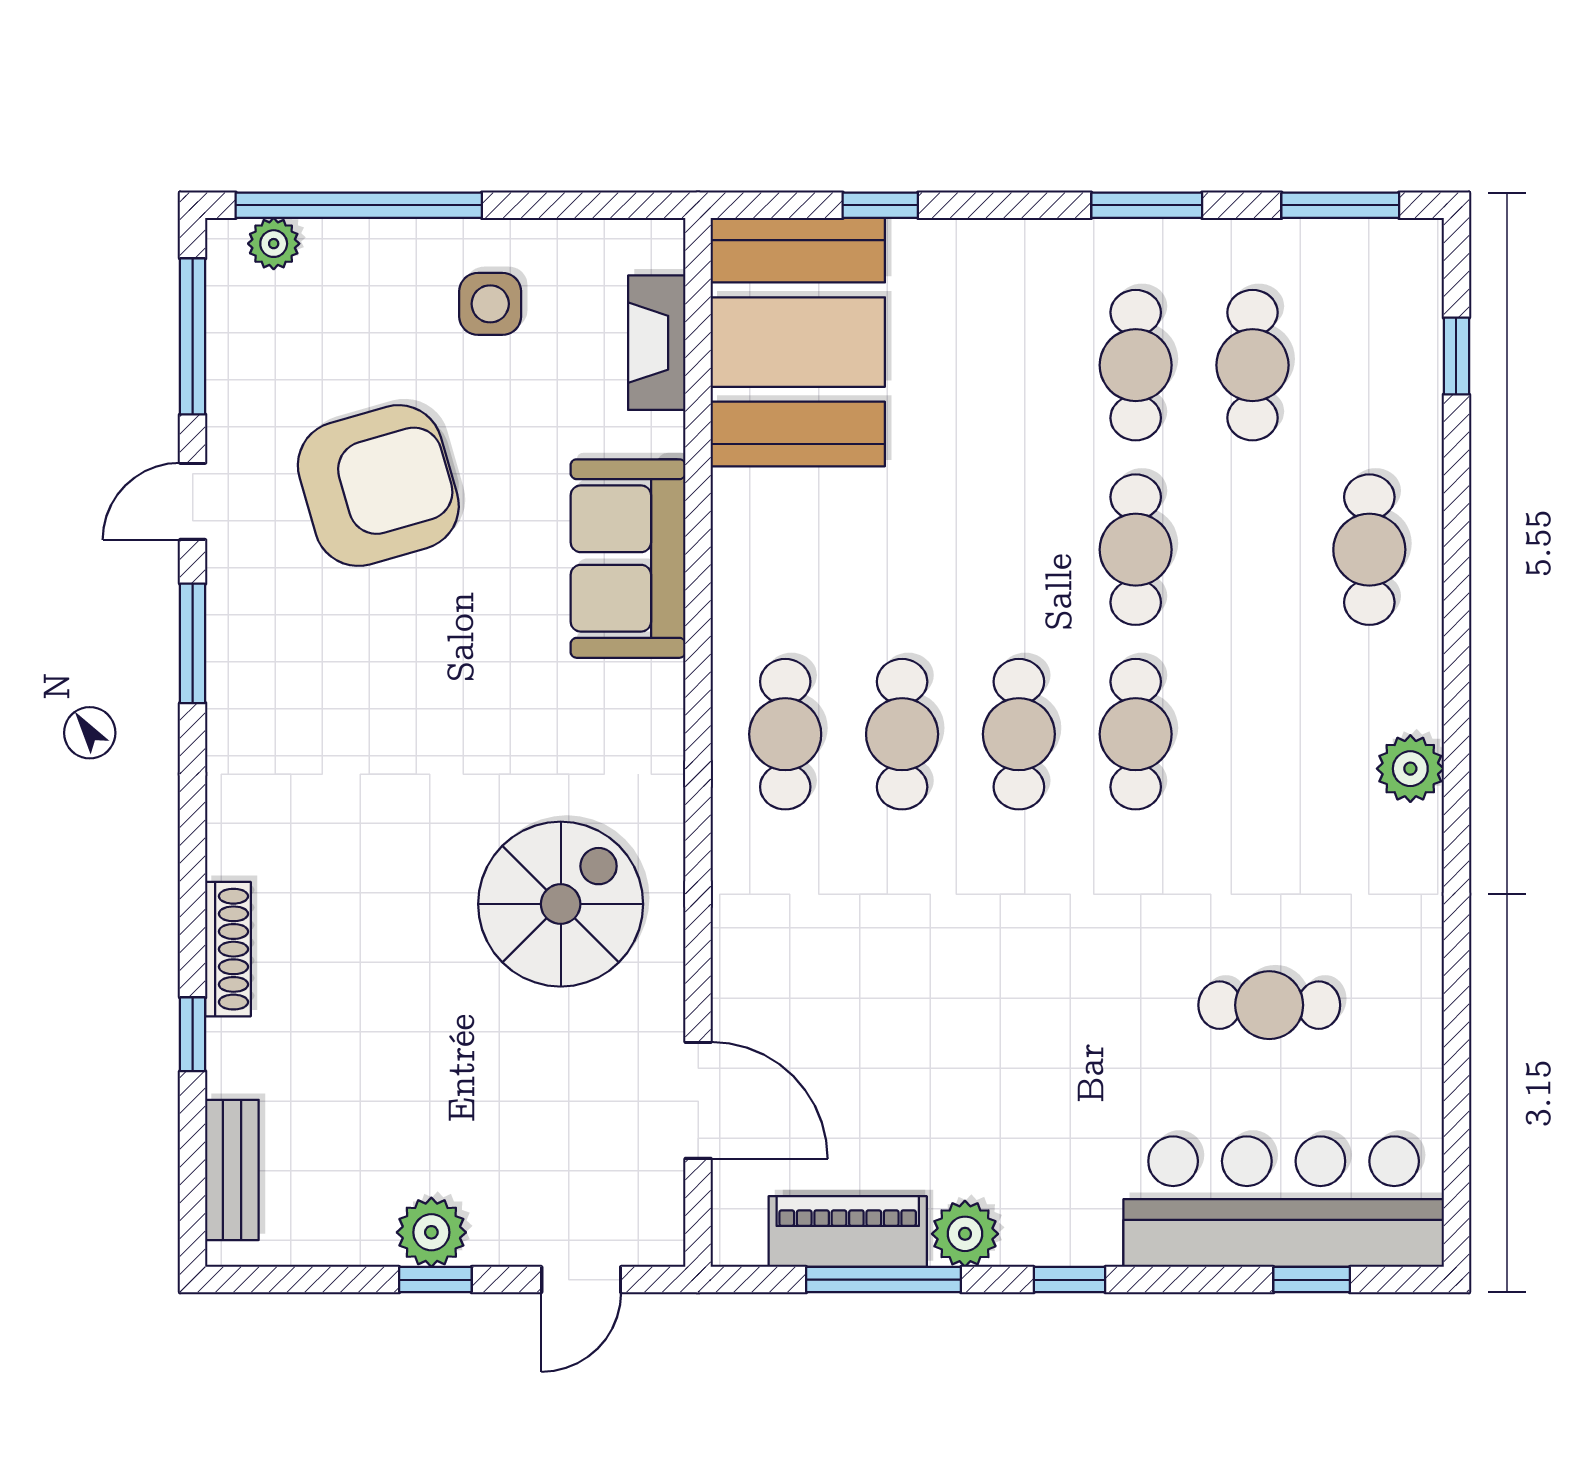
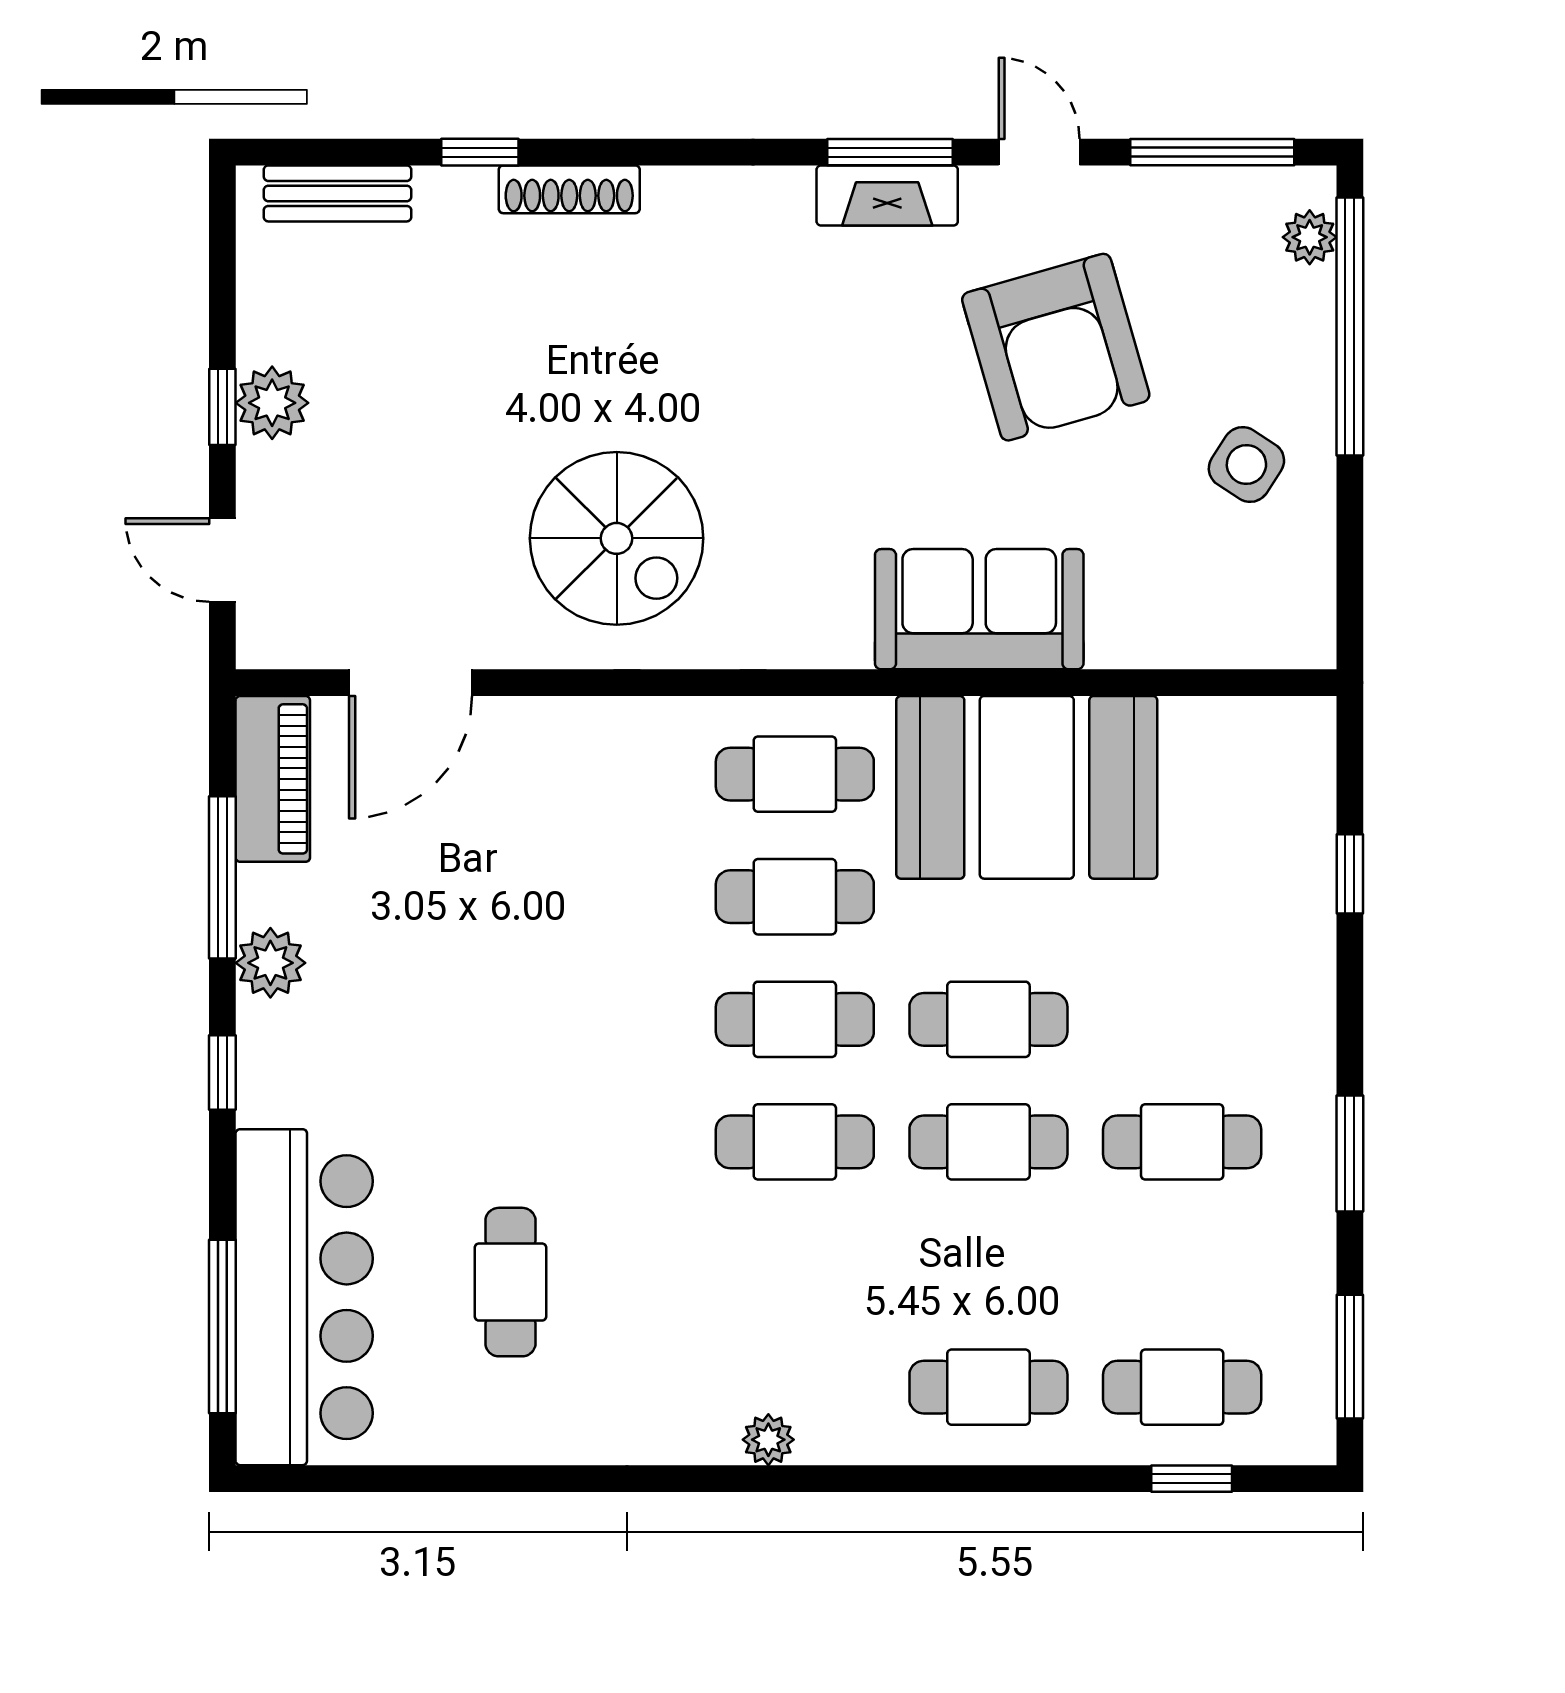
side table: (490, 304) -> (1246, 464), turned 33
booth: (798, 342) -> (1027, 787), moved
fireplace: (657, 343) -> (887, 195), moved, turned 180
cafe table: (1252, 365) -> (1182, 1387), moved
cafe table: (1019, 550) -> (988, 1019), added
plant: (1410, 769) -> (768, 1440), width x0.73, depth x0.73
piano: (848, 1232) -> (273, 779), moved
window: (1312, 1280) -> (222, 1327), width x2.17

